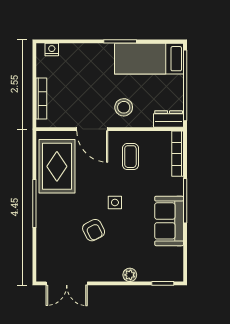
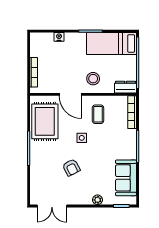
nightstand: (52, 50) -> (59, 37), moved
side table: (115, 202) -> (82, 138), moved
sofa: (169, 221) -> (126, 178), moved

